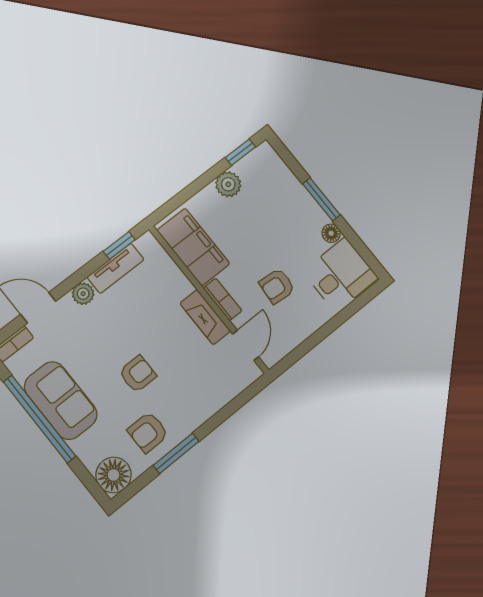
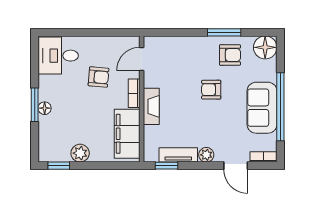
floor lamp: (331, 233) -> (45, 108), moved
fireplace: (205, 317) -> (151, 106), moved

